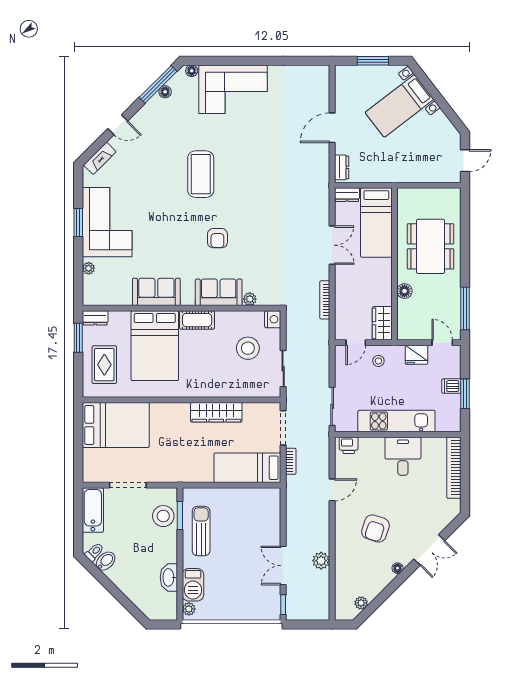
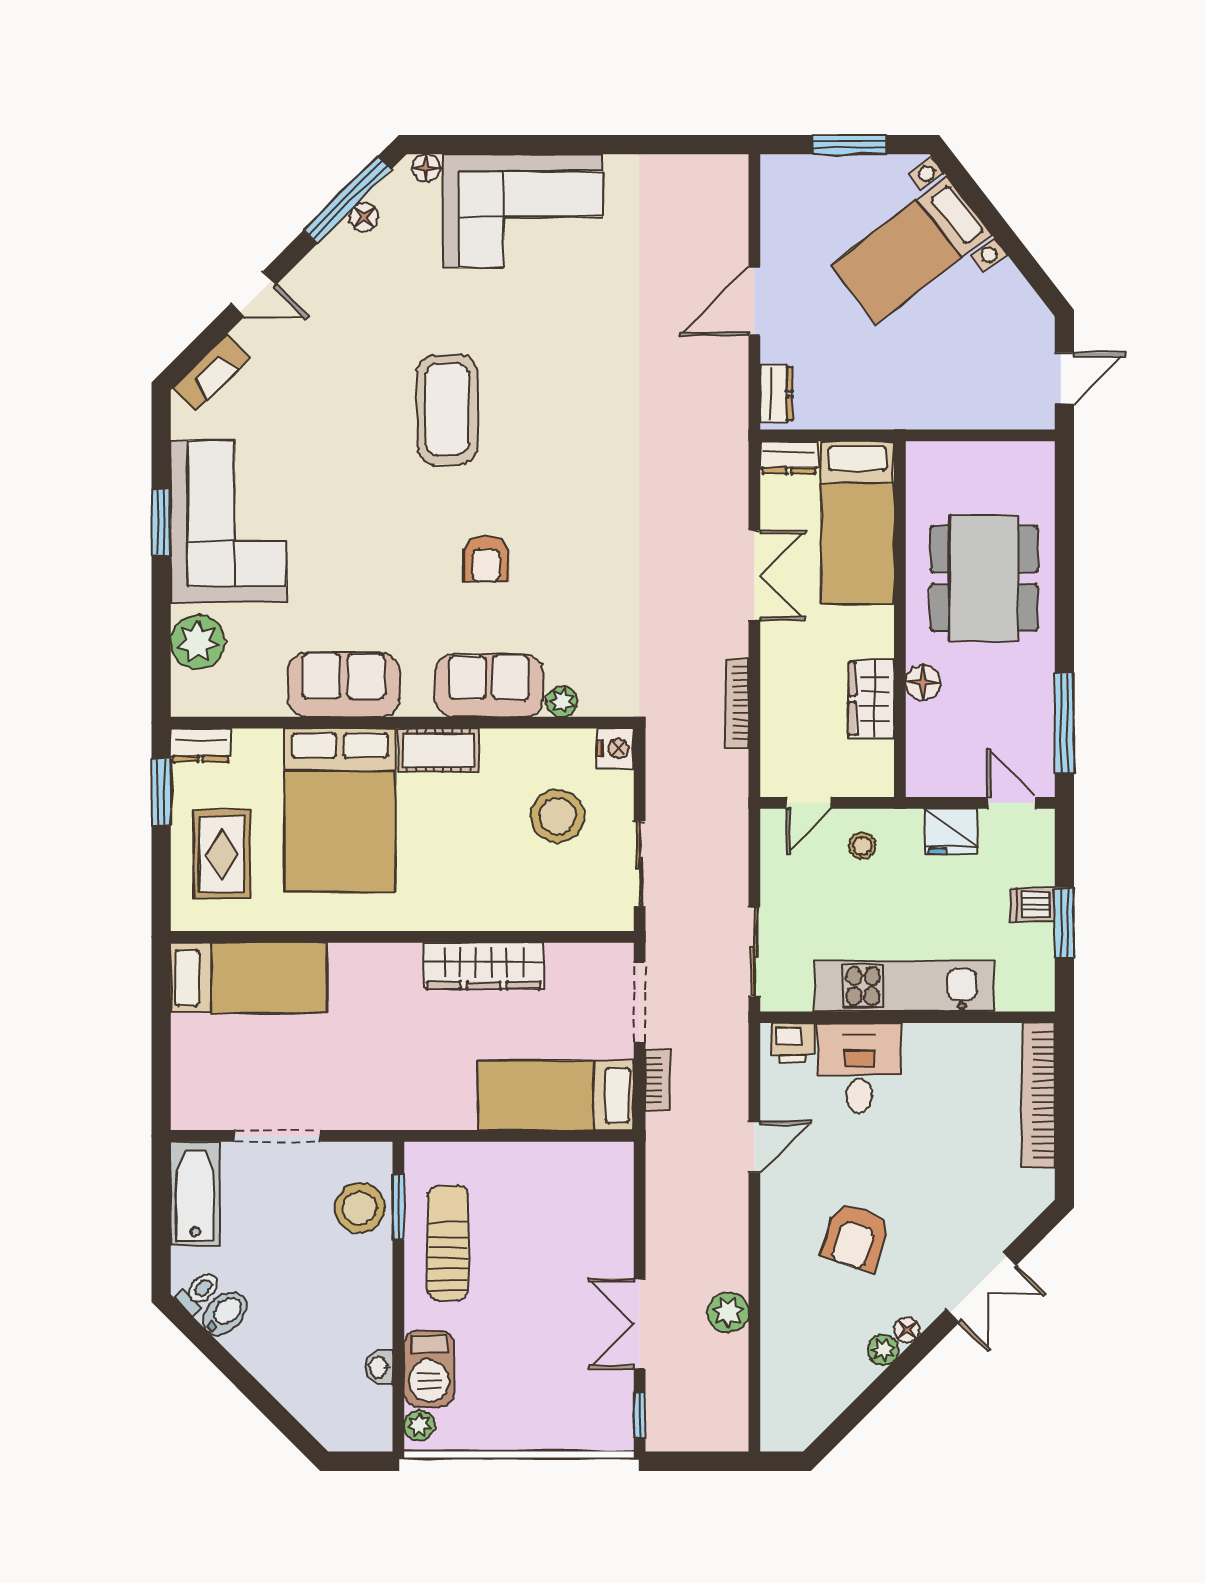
plant: (89, 268) -> (198, 642), width x1.88, depth x1.88
wardrobe: (382, 323) -> (871, 699), moved
bed: (116, 425) -> (249, 978), width x0.67
desk: (403, 456) -> (859, 1068), moved
washbasin: (169, 577) -> (379, 1367), width x0.52, depth x0.69
plant: (361, 603) -> (883, 1350), moved

